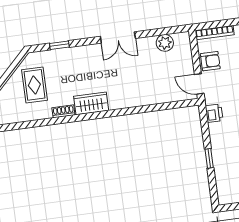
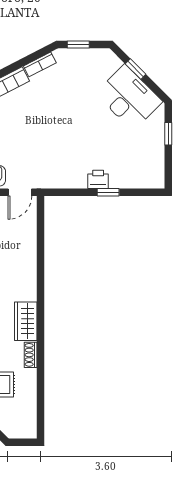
printer: (214, 113) -> (98, 179), moved

